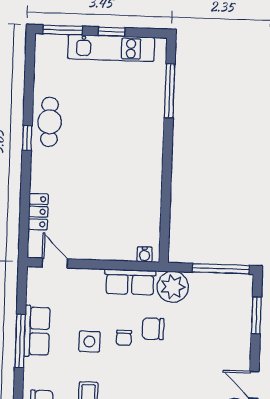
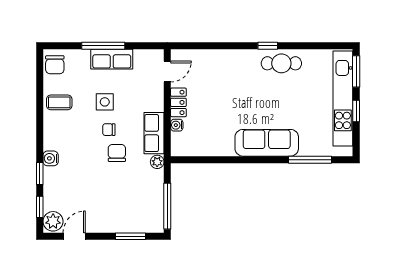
kitchen unit: (111, 48) -> (343, 98), width x1.36
sofa: (147, 143) -> (267, 143), added
locker: (38, 212) -> (178, 102), moved, turned -90
water cooler: (145, 254) -> (177, 125), moved
plant: (173, 287) -> (157, 162), width x0.53, depth x0.53

